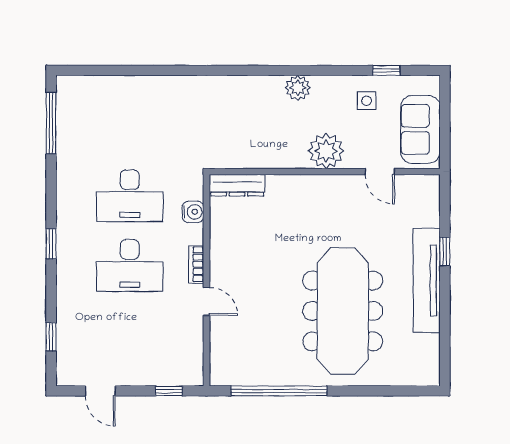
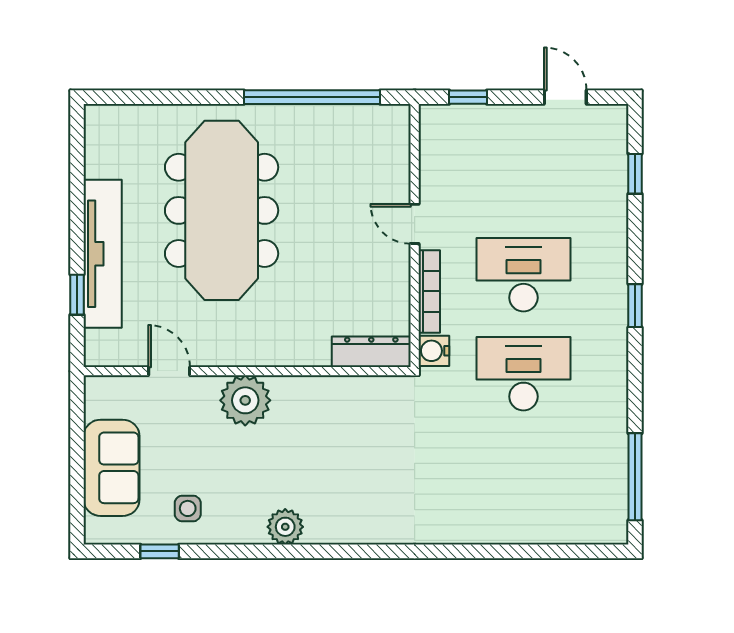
plant: (326, 151) -> (245, 400), moved
wall: (325, 172) -> (247, 371), moved
door: (380, 172) -> (169, 371), moved
dresser: (237, 185) -> (371, 352), moved
bookcase: (196, 264) -> (429, 291), width x1.56

